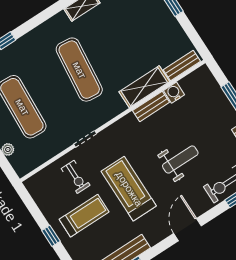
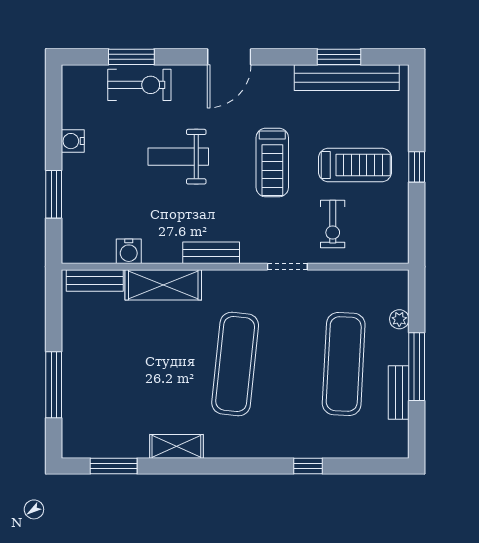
bench: (151, 106) -> (211, 253), moved
exercise bike: (76, 177) -> (333, 224), turned 180
treadmill: (129, 189) -> (272, 163), width x0.73, depth x0.73
treadmill: (84, 216) -> (355, 165), turned 180

